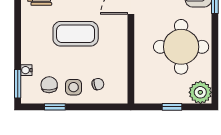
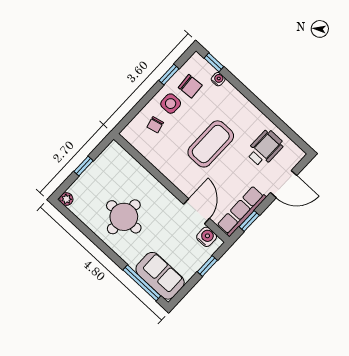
round table: (181, 47) -> (124, 217), width x0.73, depth x0.73
window: (18, 84) -> (214, 62), width x0.67
plant: (200, 92) -> (66, 199), width x0.53, depth x0.53

